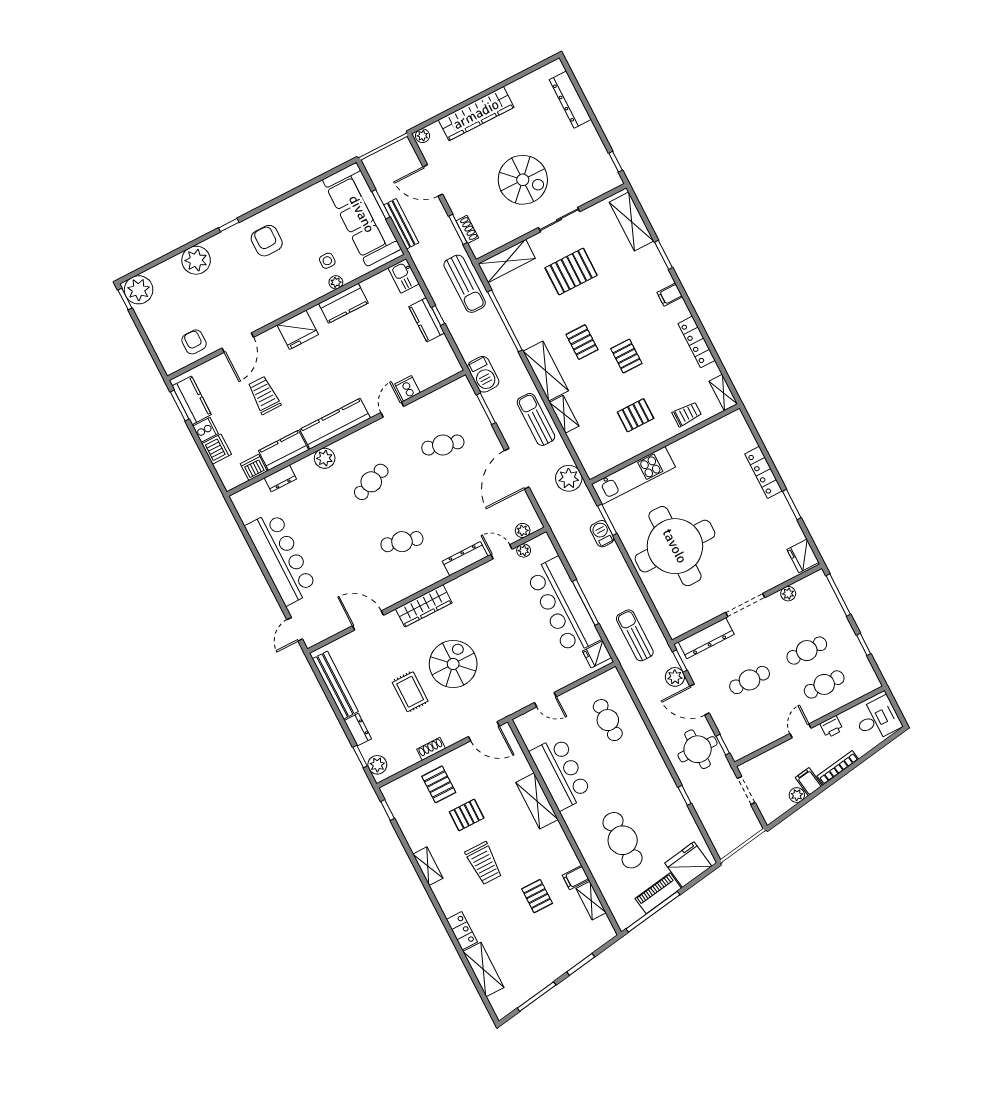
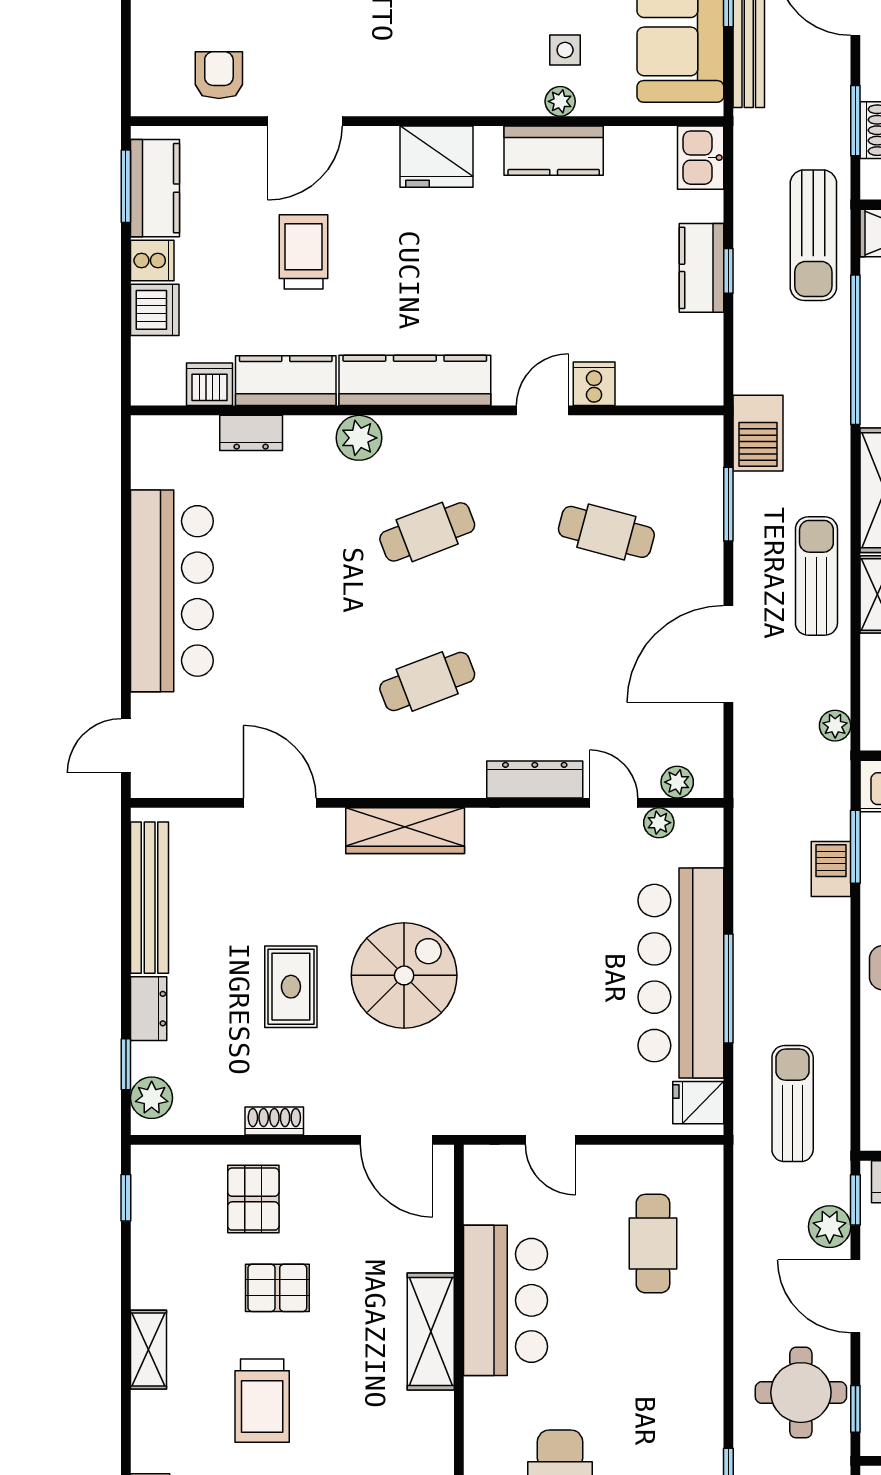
plant: (569, 478) -> (835, 726), width x0.53, depth x0.53
cafe table: (402, 542) -> (427, 681), turned -36

